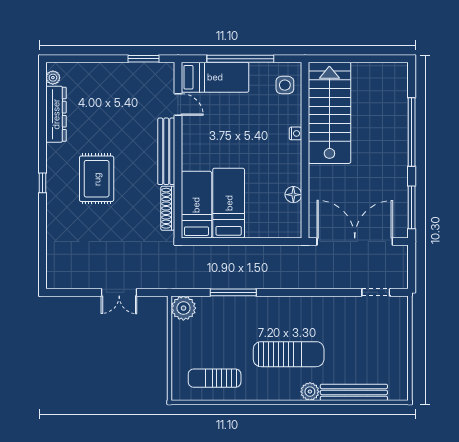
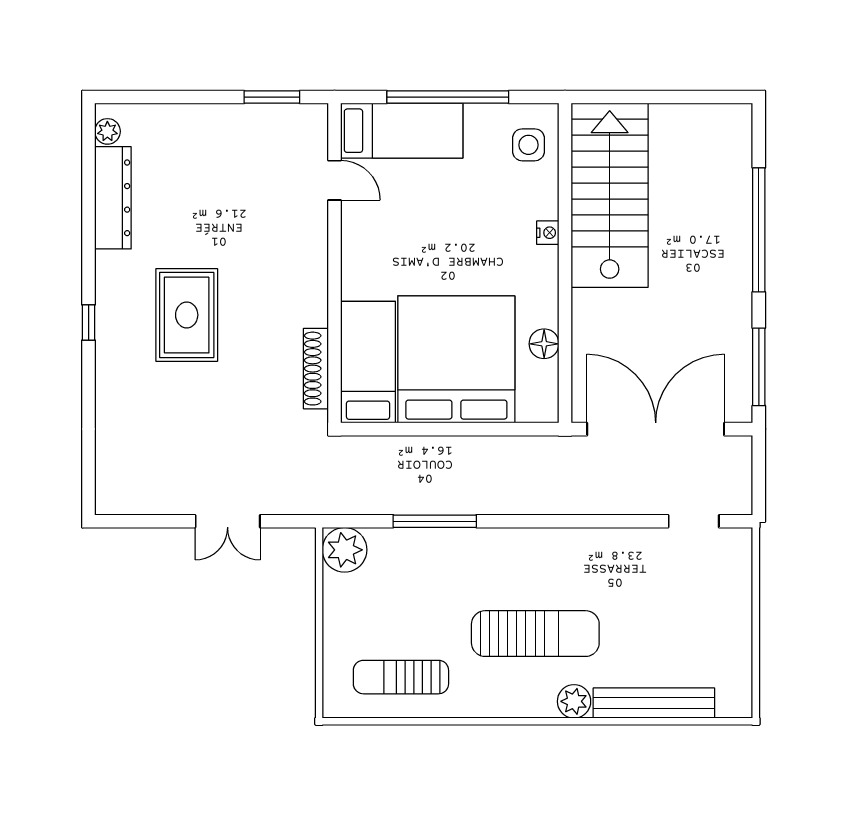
bench: (166, 151) -> (313, 265), removed
bed: (229, 203) -> (456, 359), width x2.04

